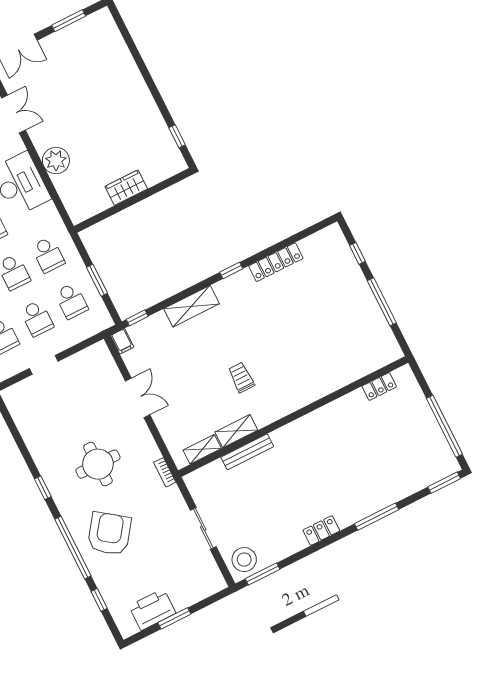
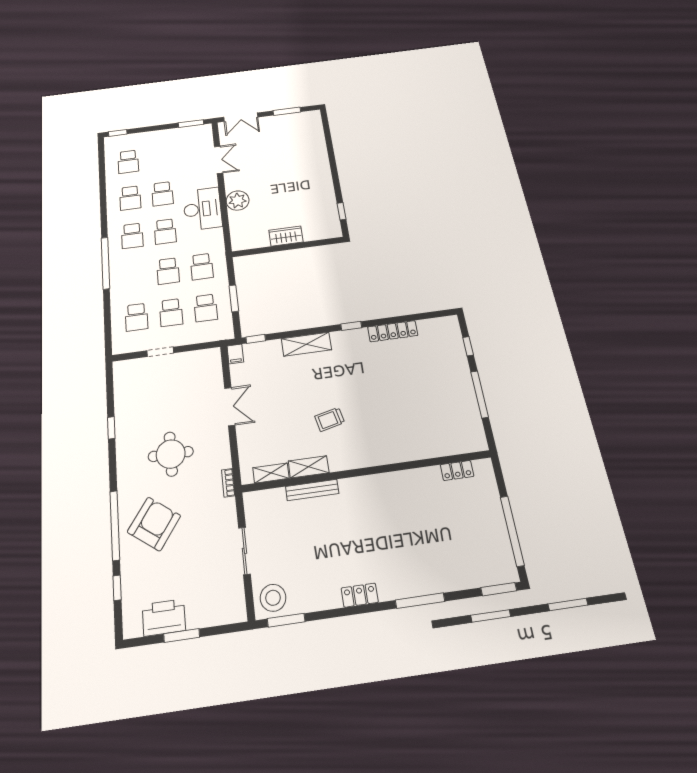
trolley: (241, 377) -> (330, 419), turned -103
window: (43, 488) -> (111, 428), moved

